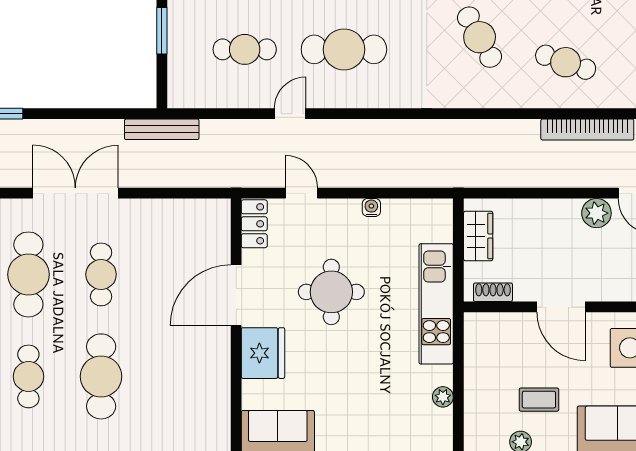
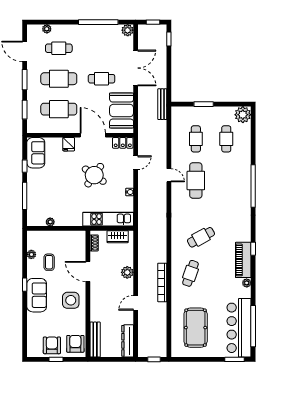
door: (290, 114) -> (169, 175), moved
plant: (596, 213) -> (127, 272), moved
booth: (177, 227) -> (122, 111), added
cafe table: (28, 274) -> (59, 109), moved
round table: (331, 292) -> (94, 175), turned 35
kitchen unit: (436, 304) -> (108, 219), moved
door: (561, 307) -> (88, 271), hinge flipped
fridge: (263, 353) -> (69, 144), width x0.53, depth x0.75

